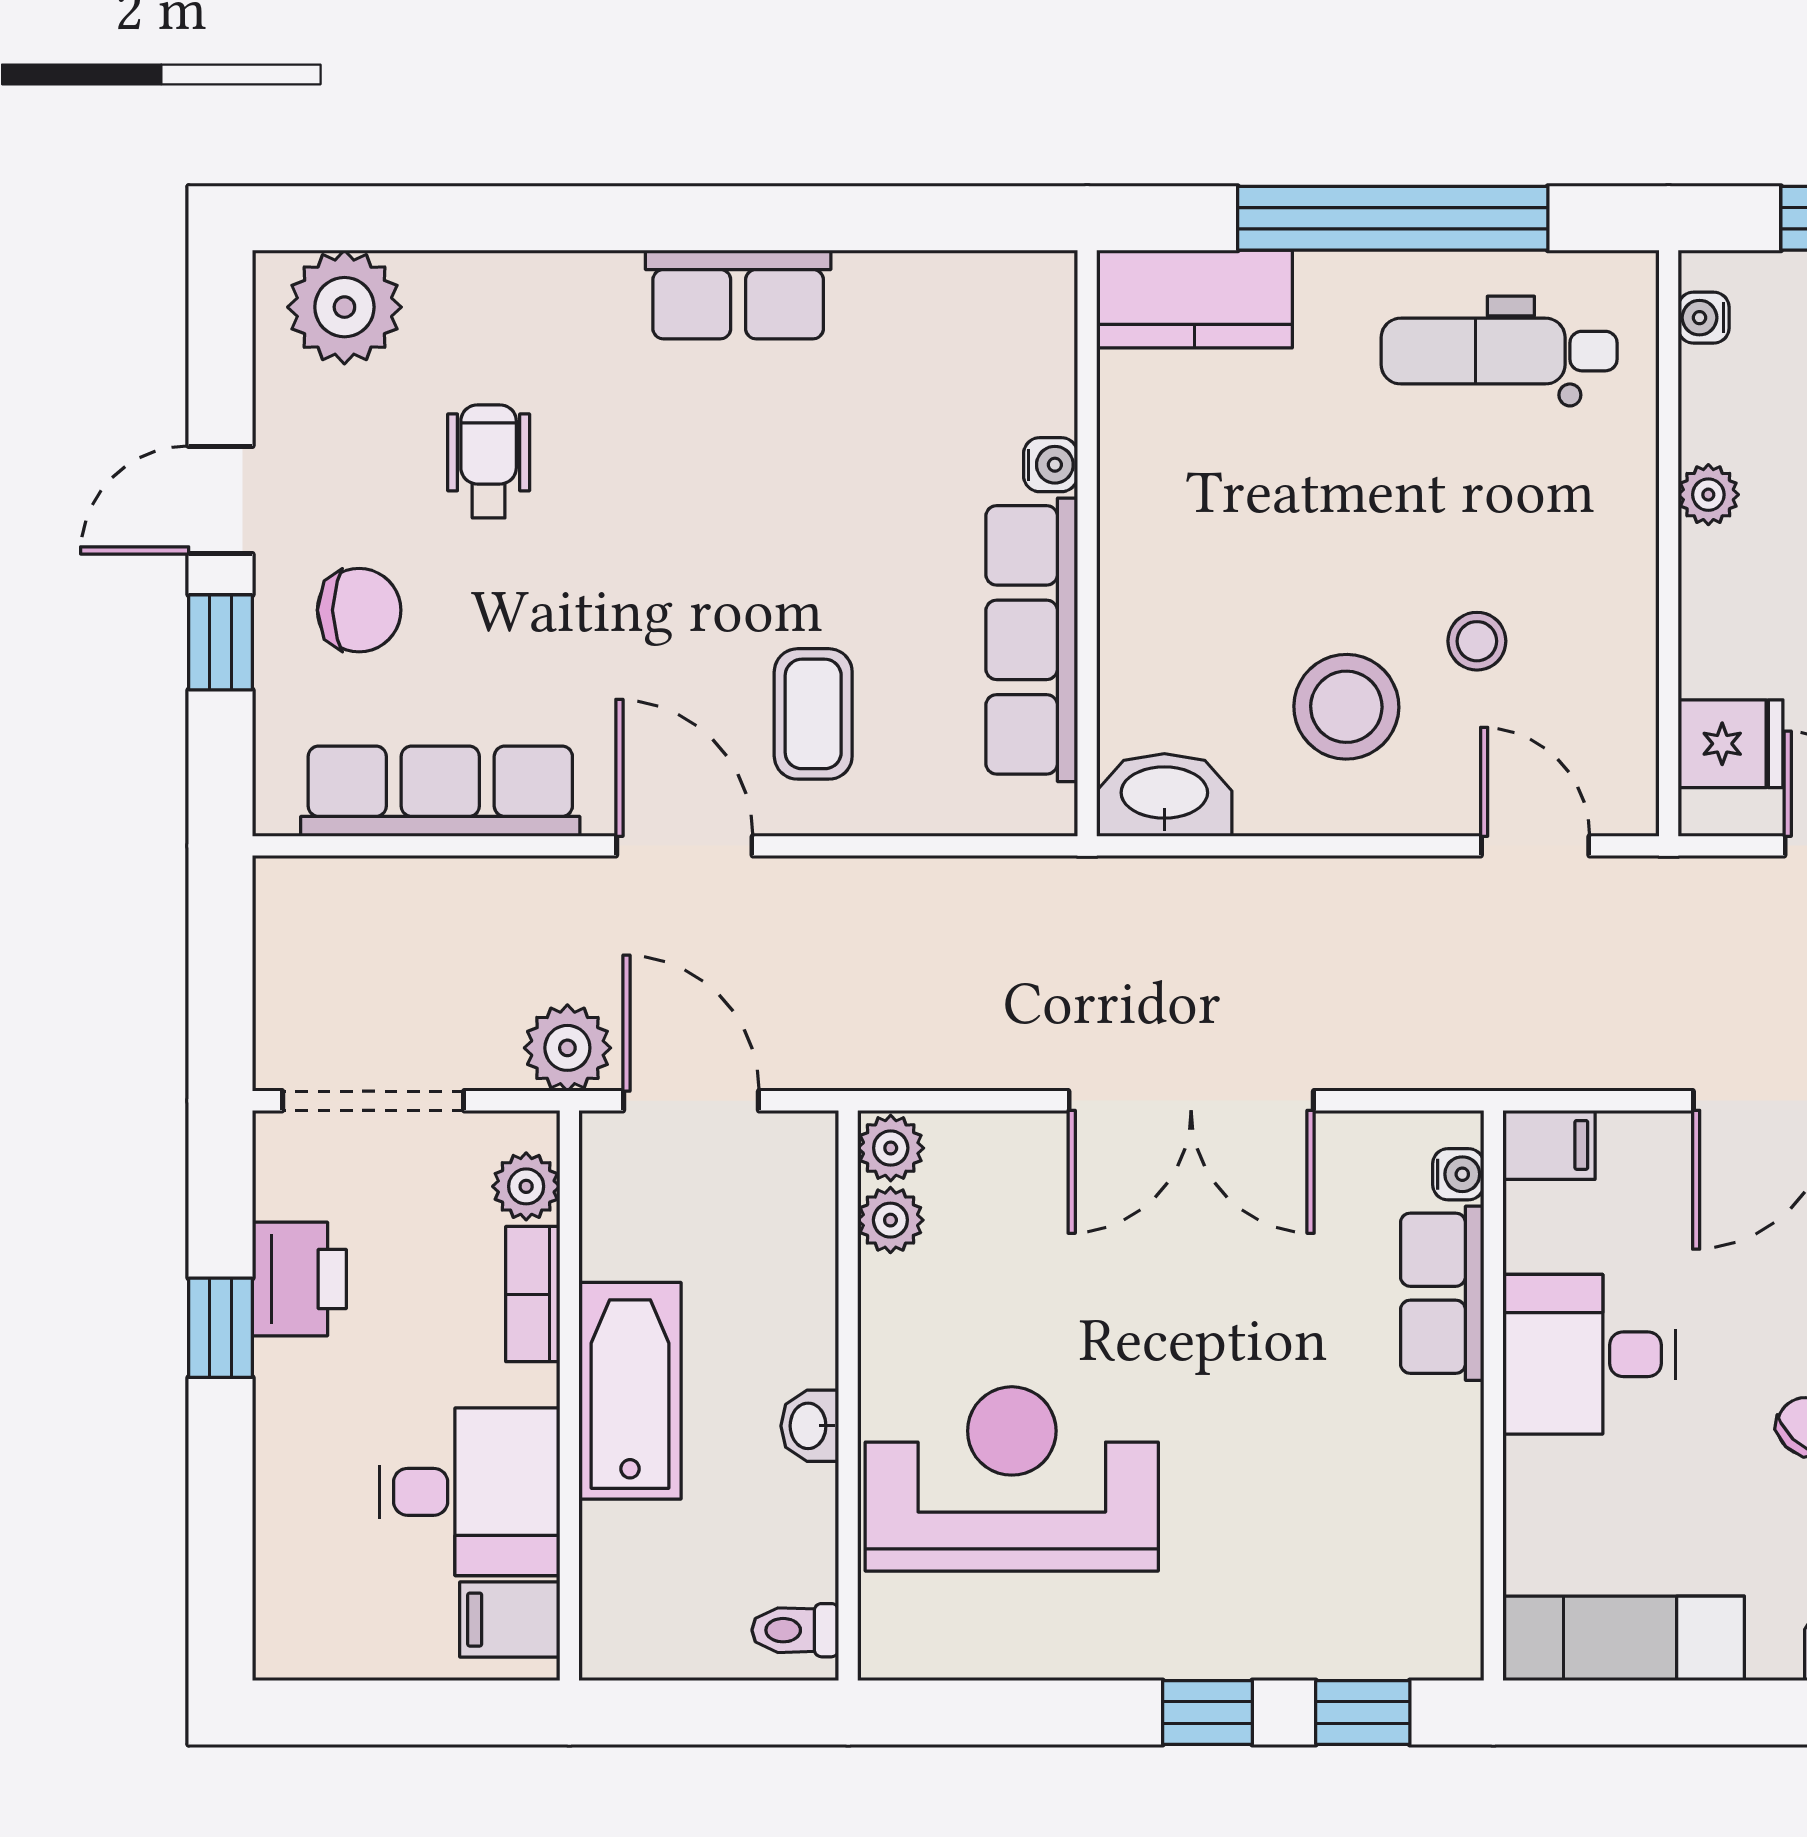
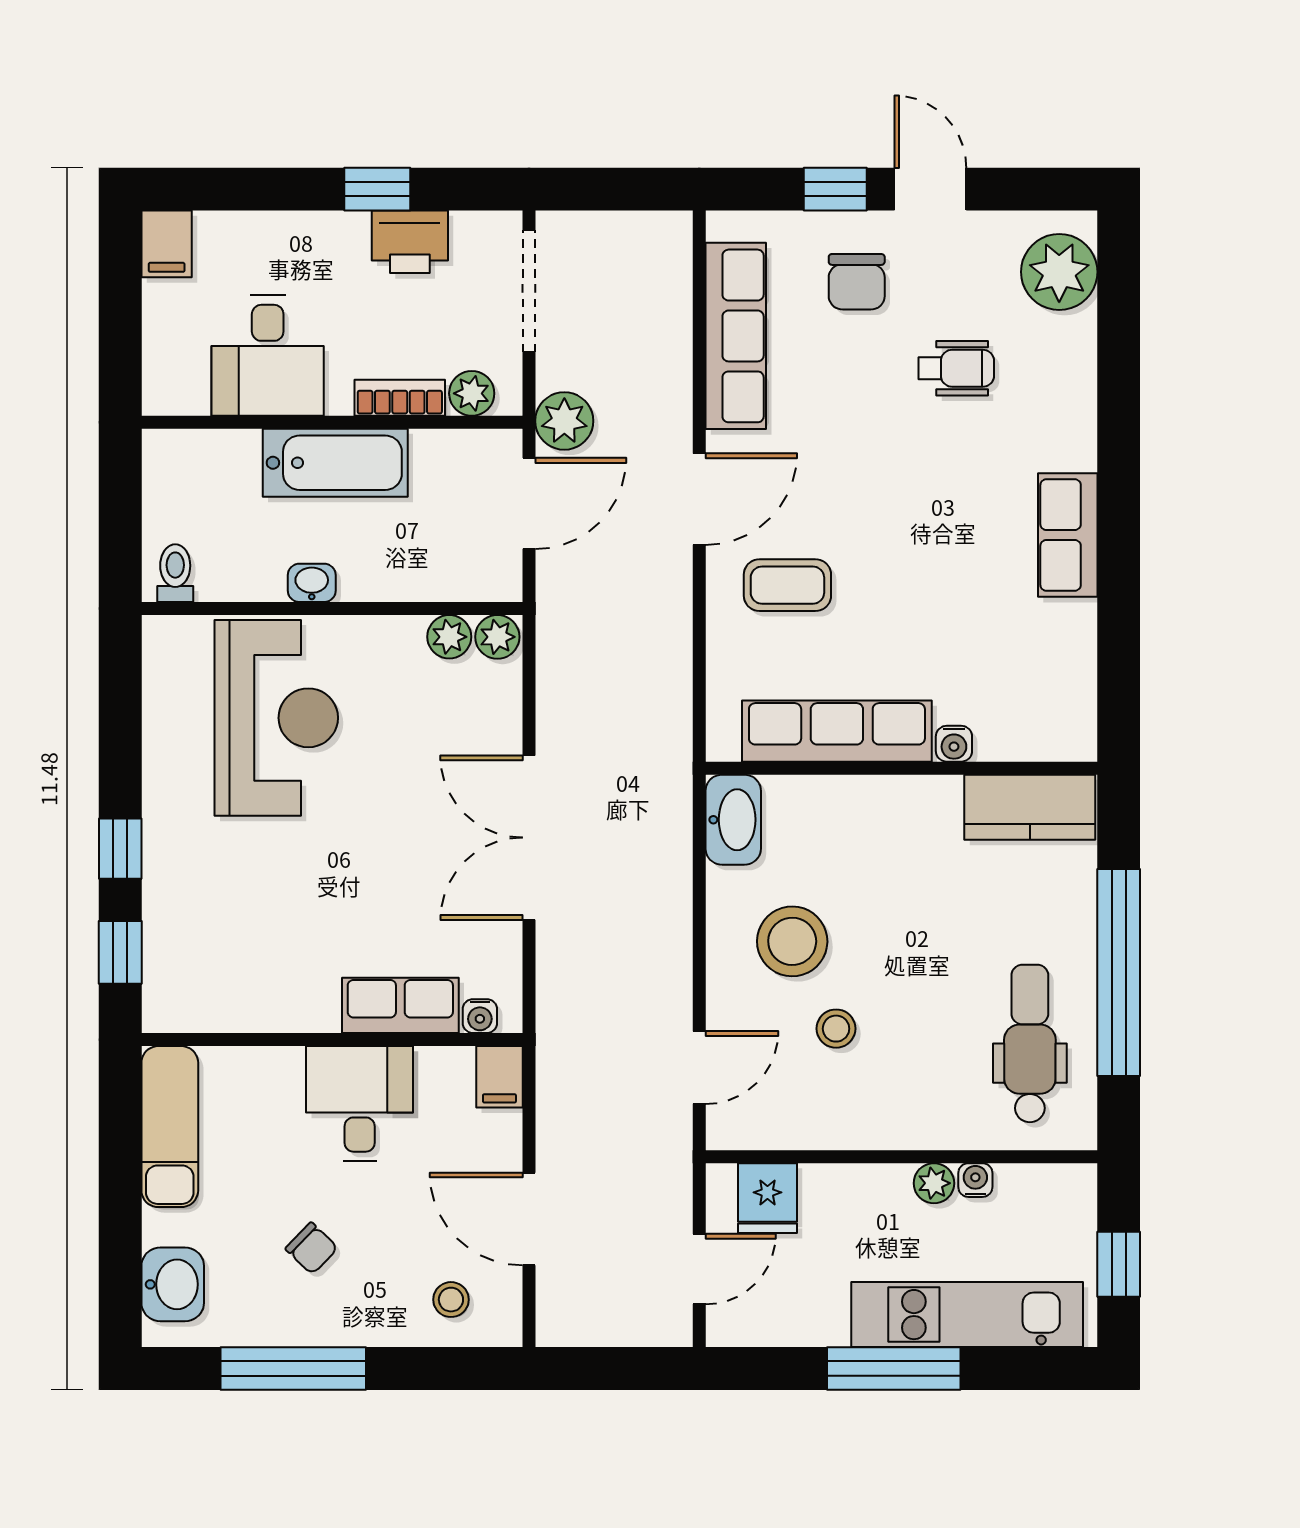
kitchen counter: (1195, 299) -> (1030, 807), moved, turned -90
water cooler: (1704, 318) -> (975, 1180), moved
filing cabinet: (510, 1620) -> (167, 244), moved, turned 180

